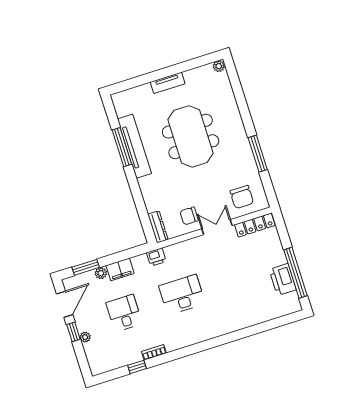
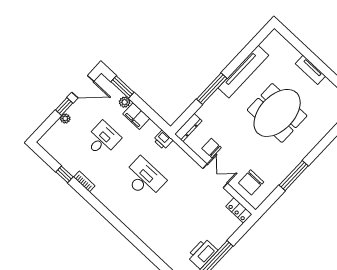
window: (122, 147) -> (212, 89), moved
locker: (255, 225) -> (239, 210), width x0.66

